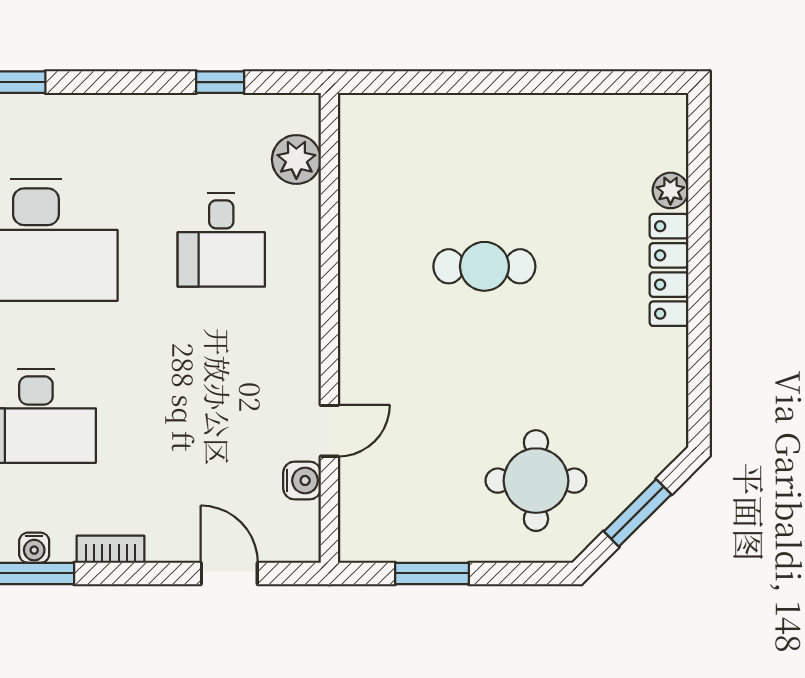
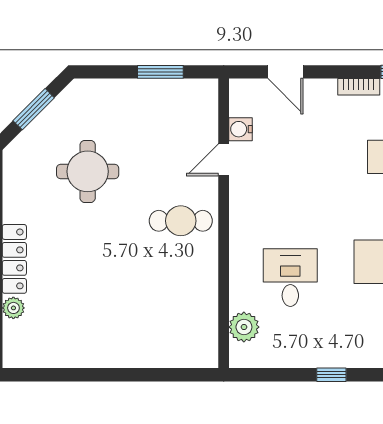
window: (220, 82) -> (331, 375), moved
cafe table: (484, 266) -> (181, 221), moved
round table: (536, 481) -> (88, 171), moved

